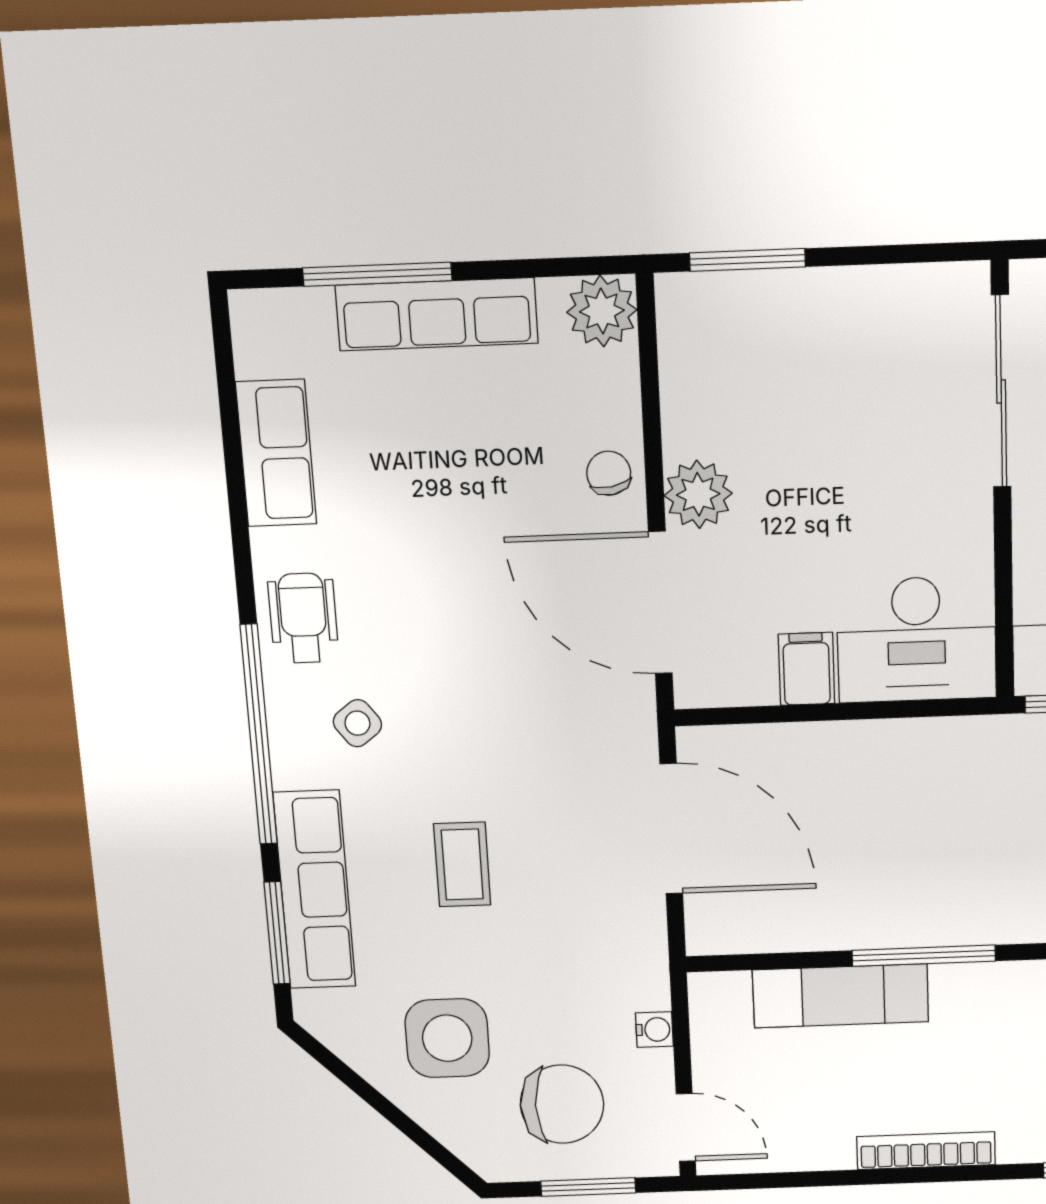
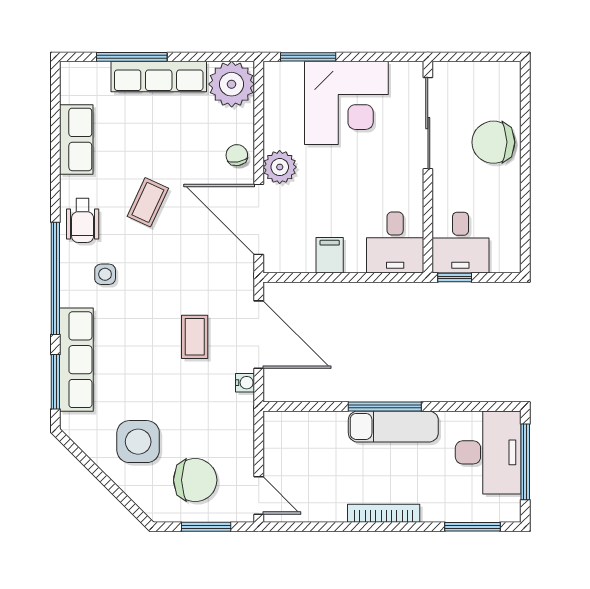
plant: (602, 311) -> (232, 84), width x1.36, depth x1.36
corner desk: (831, 355) -> (346, 103), added
coffee table: (433, 577) -> (148, 202), added
wheelchair: (303, 618) -> (83, 220), turned 180
desk: (916, 639) -> (395, 243), width x0.73
side table: (357, 723) -> (105, 274), turned 37
coffee table: (462, 864) -> (195, 337), moved
exam couch: (841, 996) -> (393, 426), moved
water cooler: (654, 1030) -> (245, 383), moved

